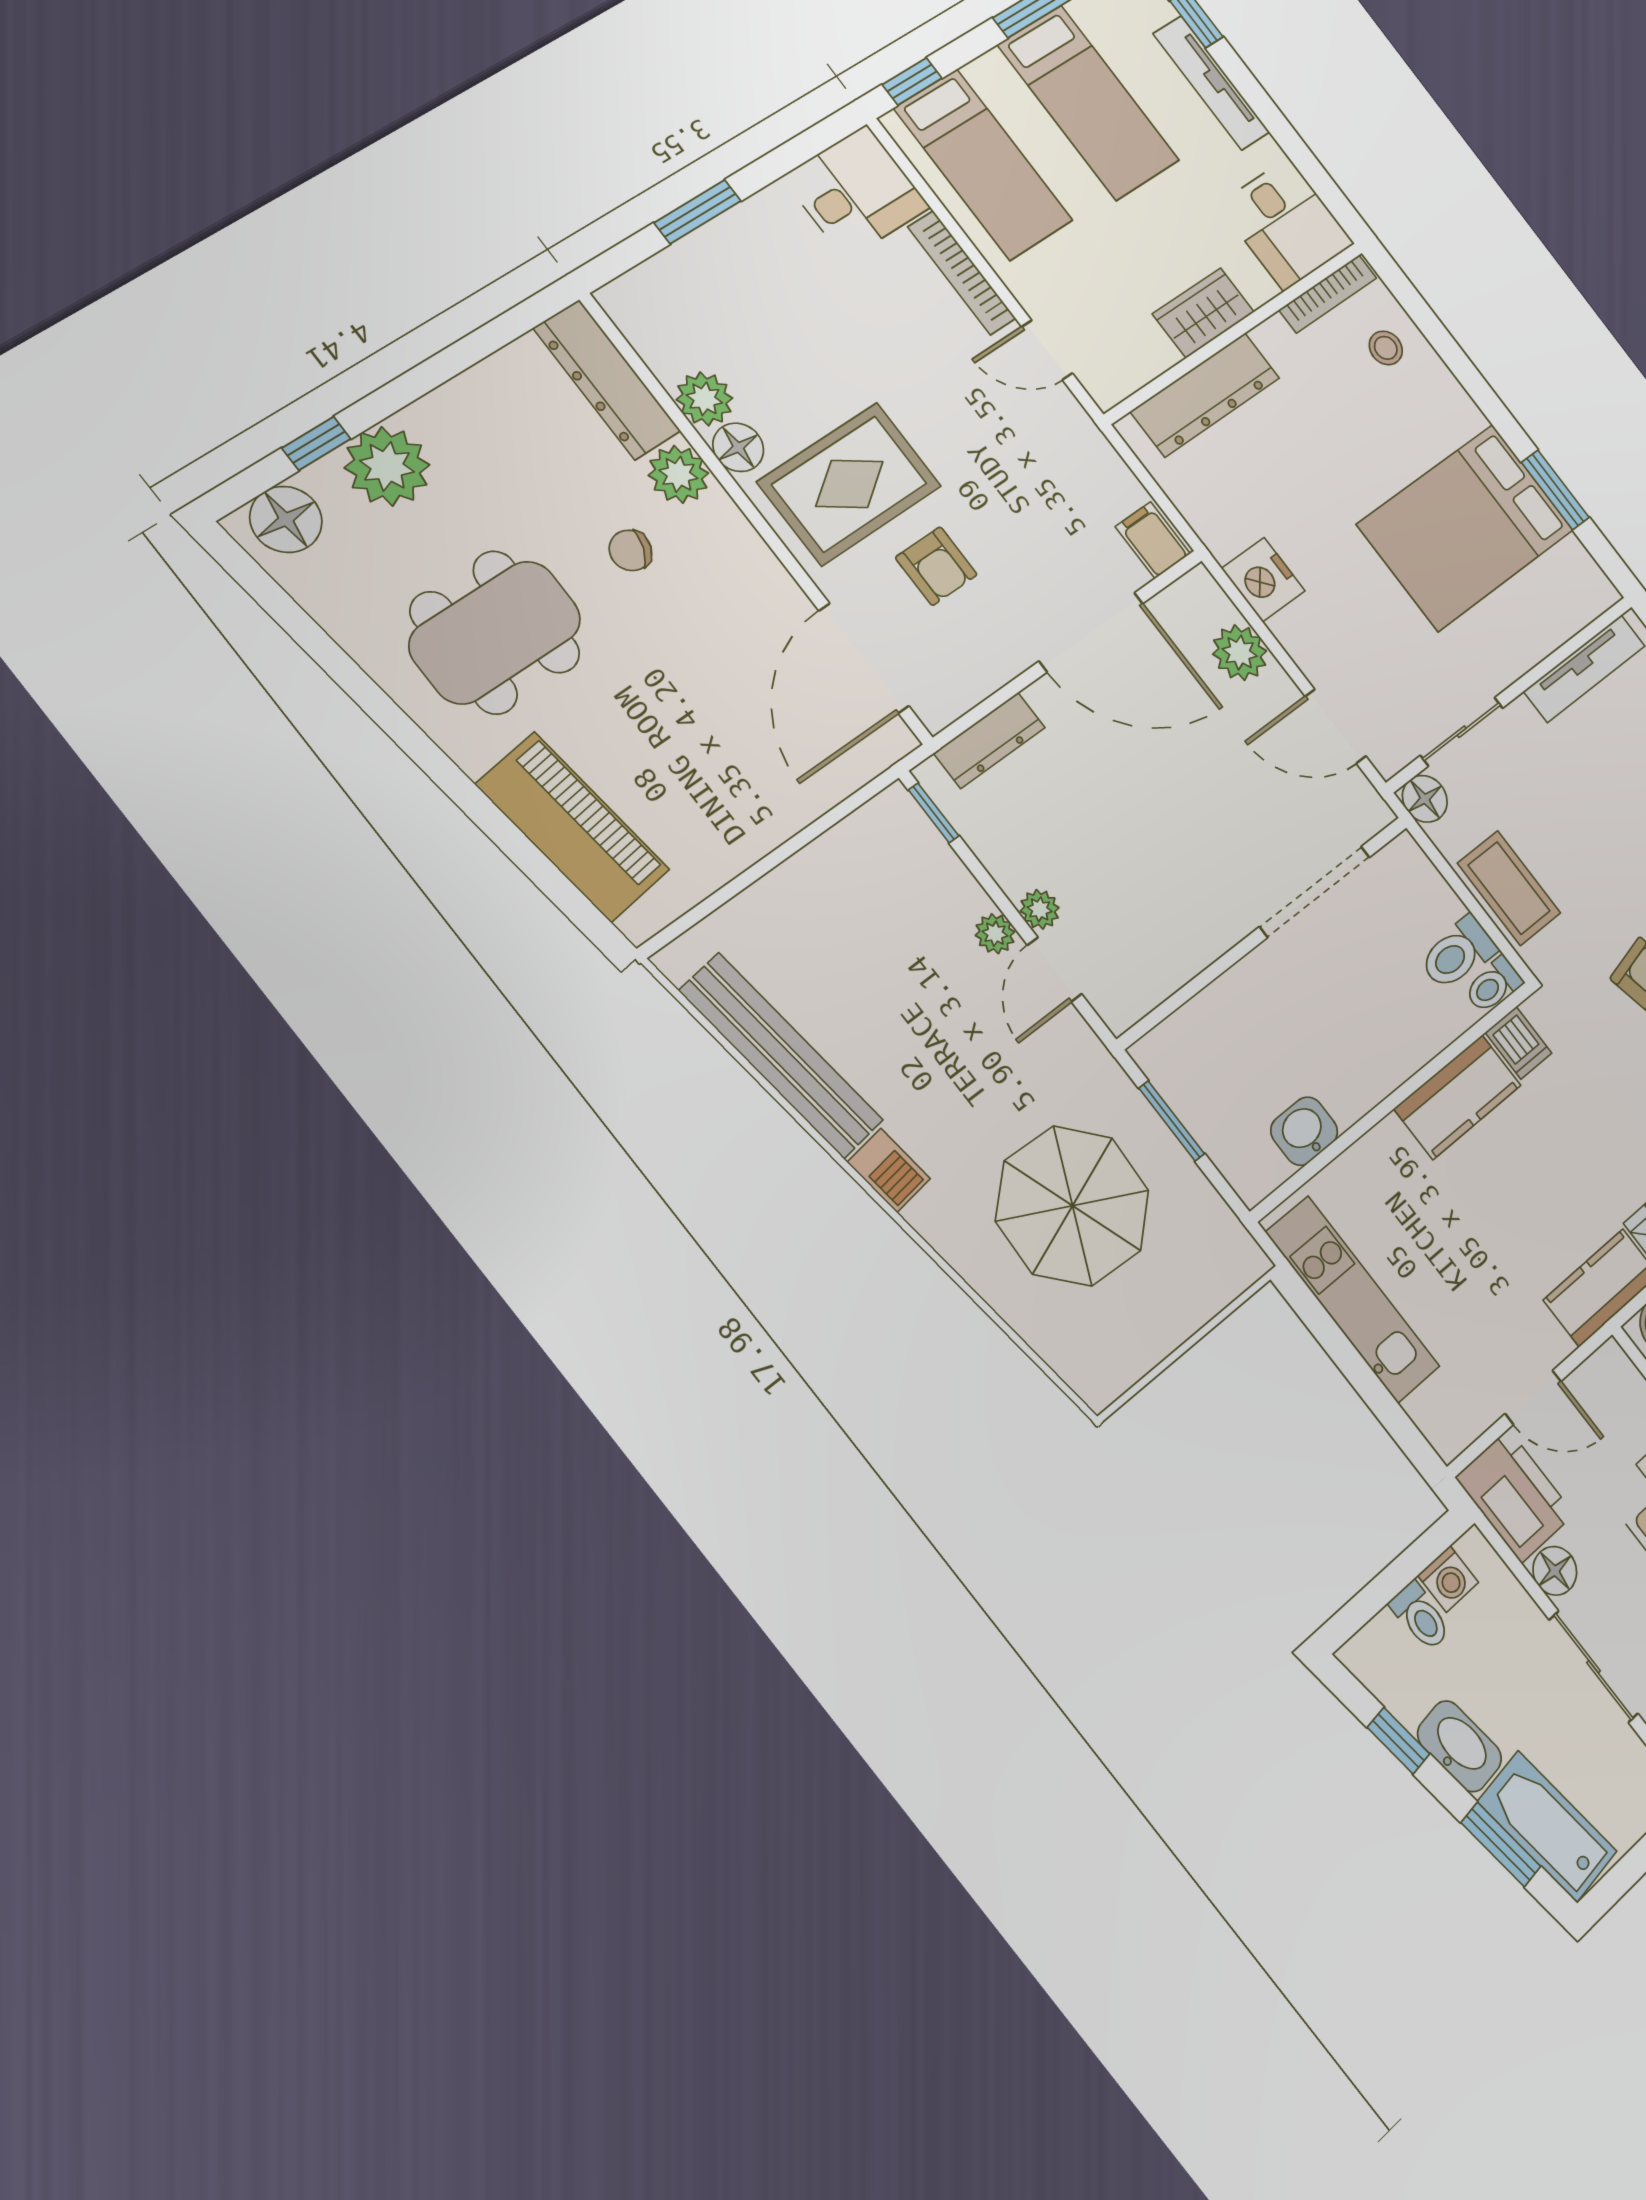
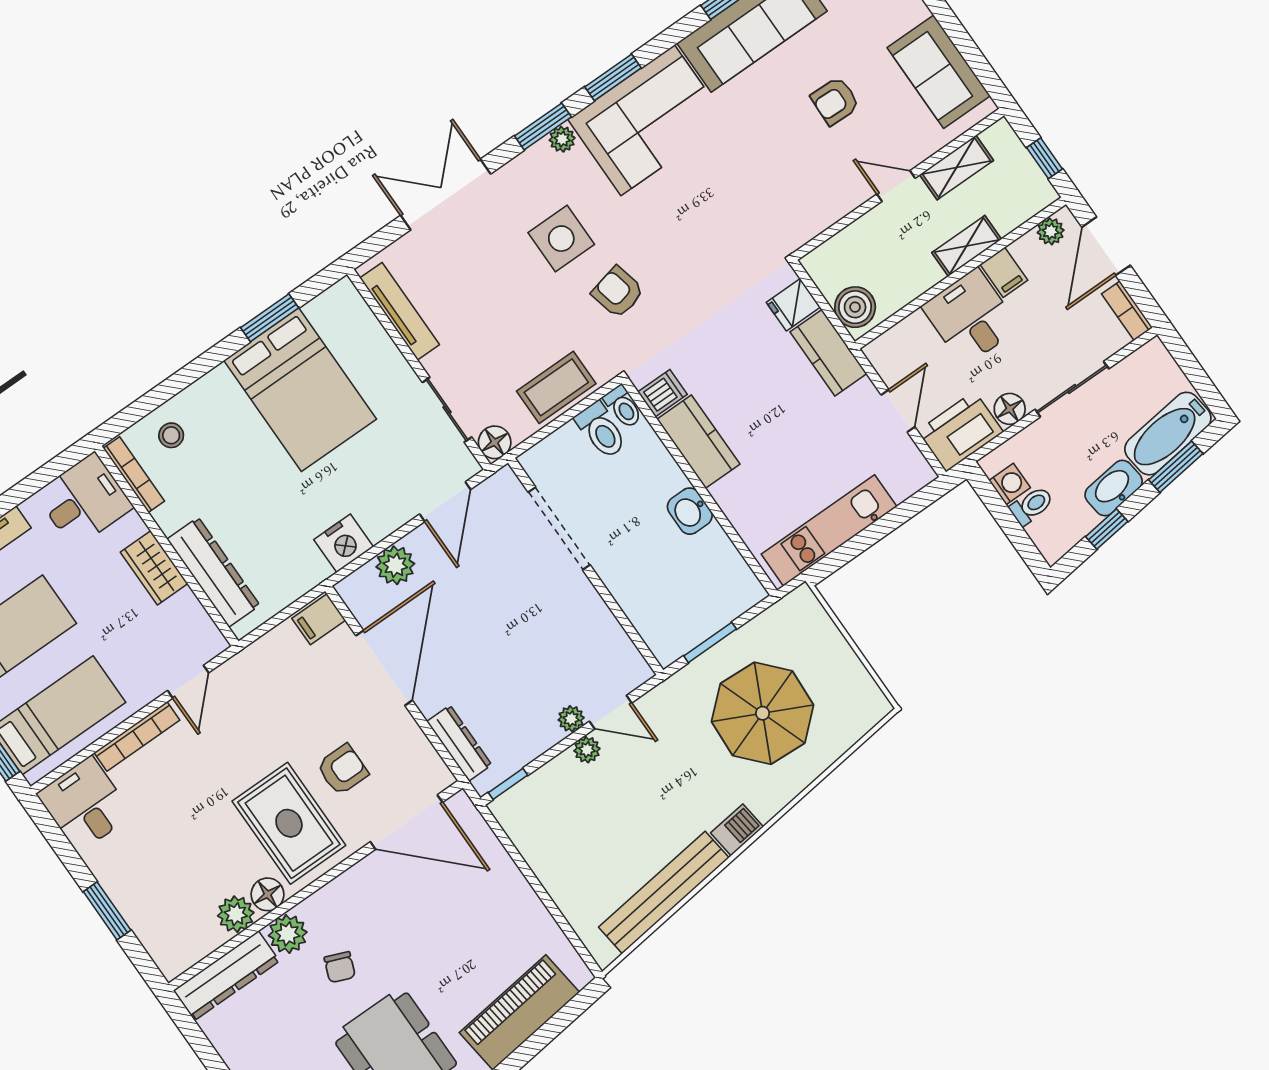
washbasin: (1304, 1131) -> (690, 511), moved

